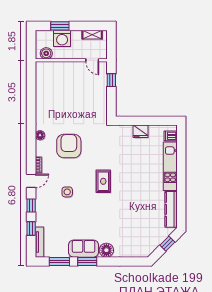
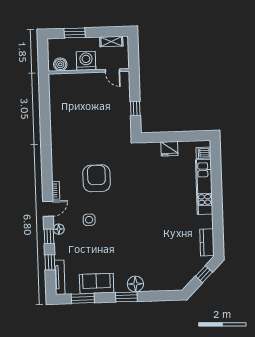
washing machine: (62, 38) -> (86, 61), moved, turned 180
window: (111, 80) -> (135, 108), moved
floor lamp: (40, 135) -> (59, 229), moved
armchair: (69, 146) -> (97, 178), moved
rug: (103, 181) -> (129, 206), removed
kitchen counter: (171, 209) -> (207, 242), width x0.67
sofa: (84, 249) -> (97, 283), moved
window: (87, 261) -> (126, 297), moved

